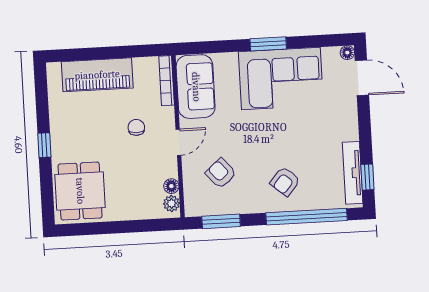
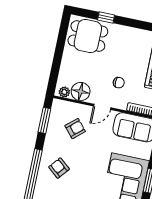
door: (178, 142) -> (102, 107), hinge flipped
window: (44, 145) -> (106, 18), moved
floor lamp: (171, 186) -> (81, 92), width x1.89, depth x1.89

